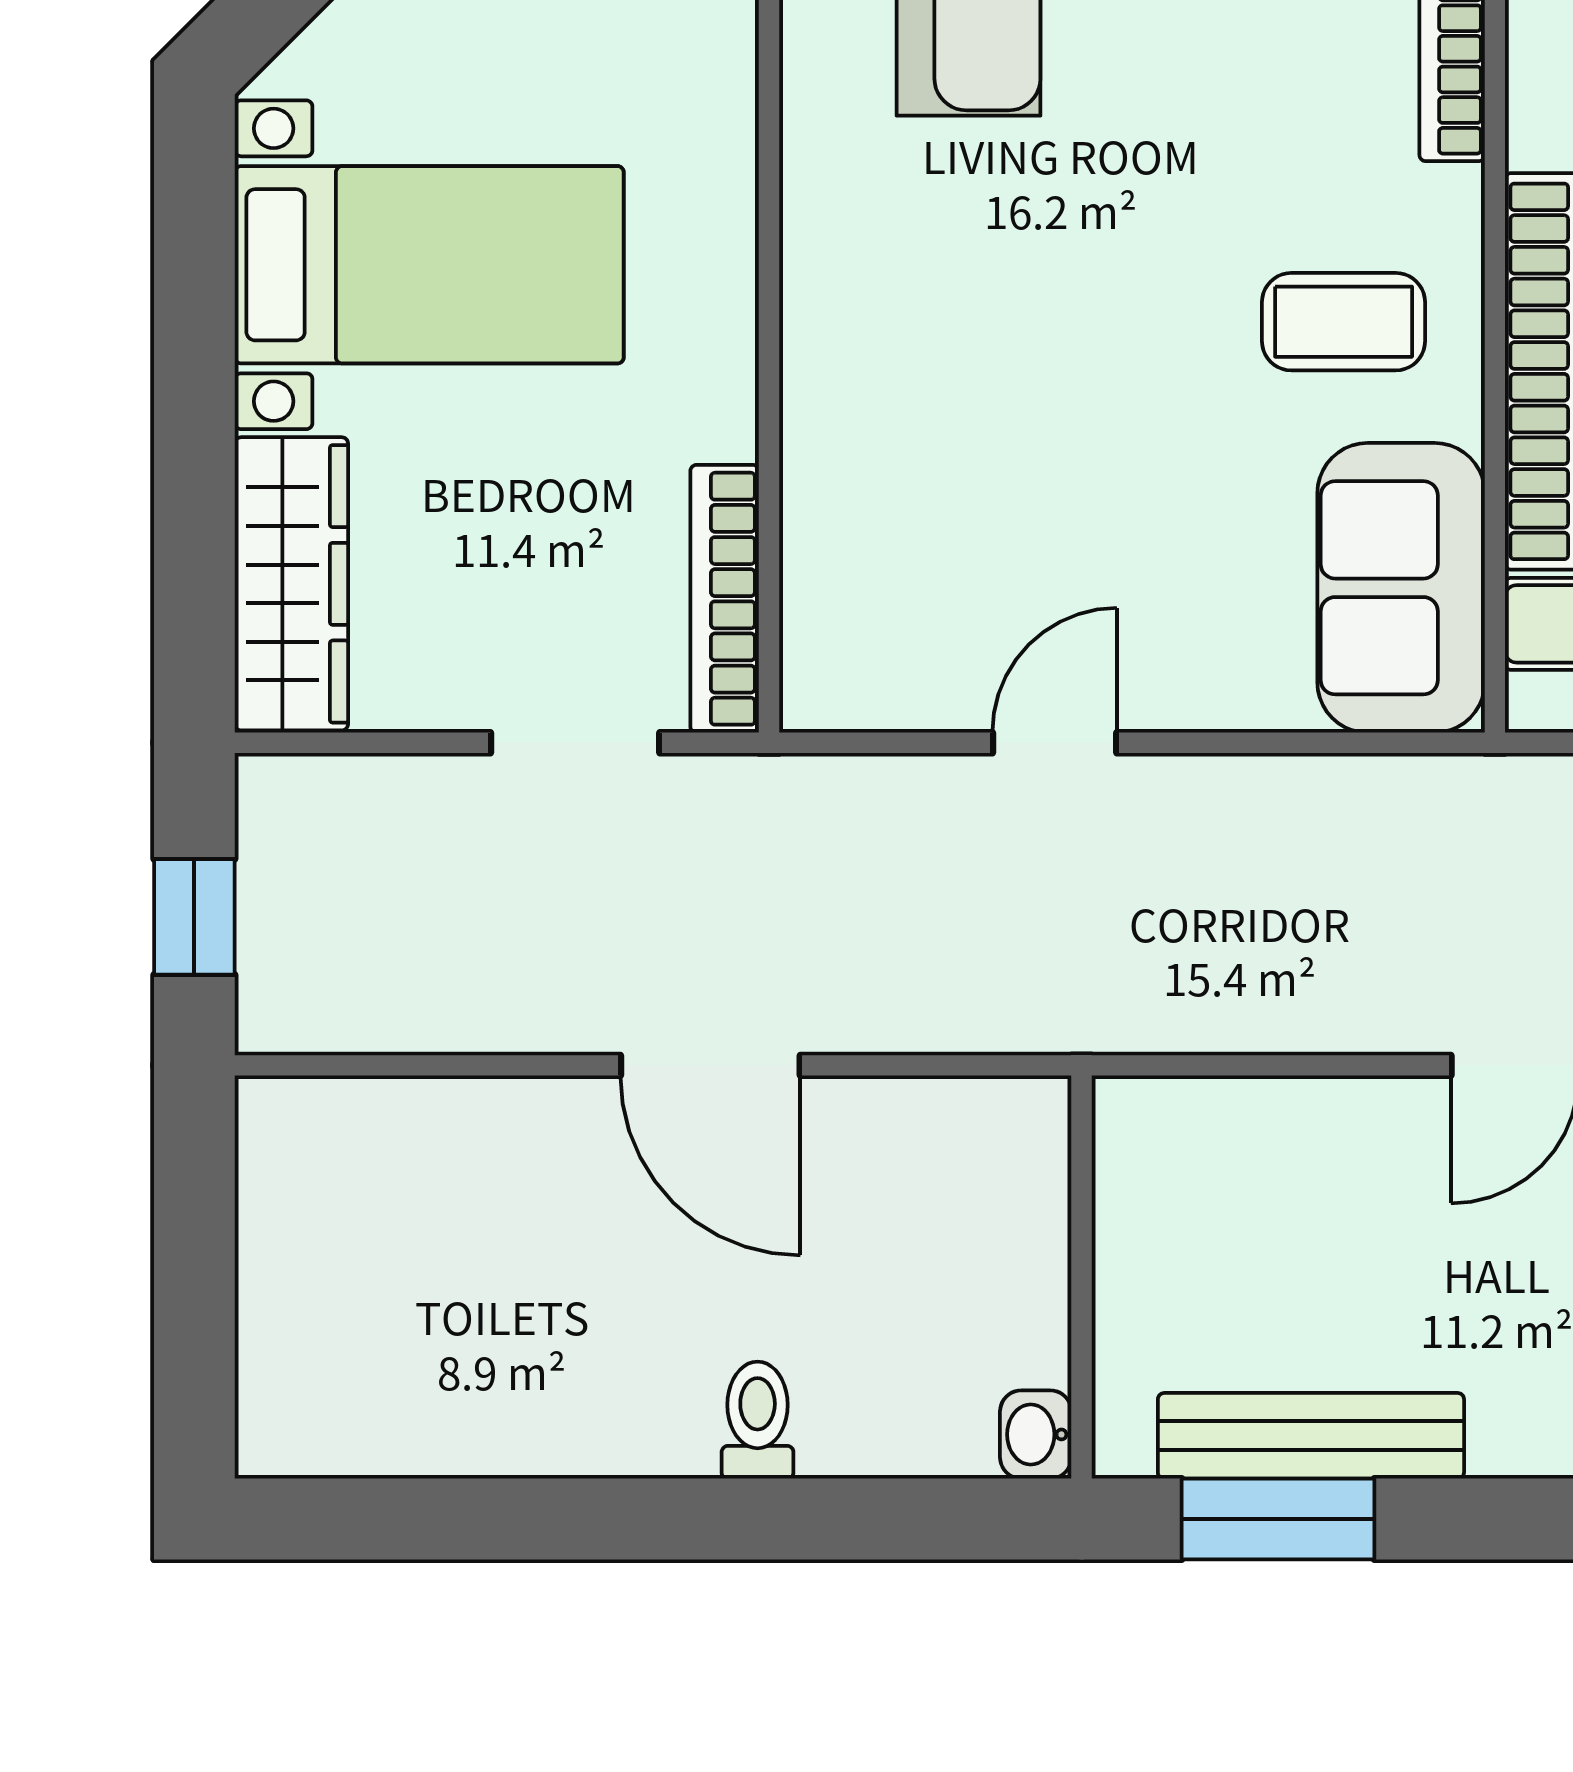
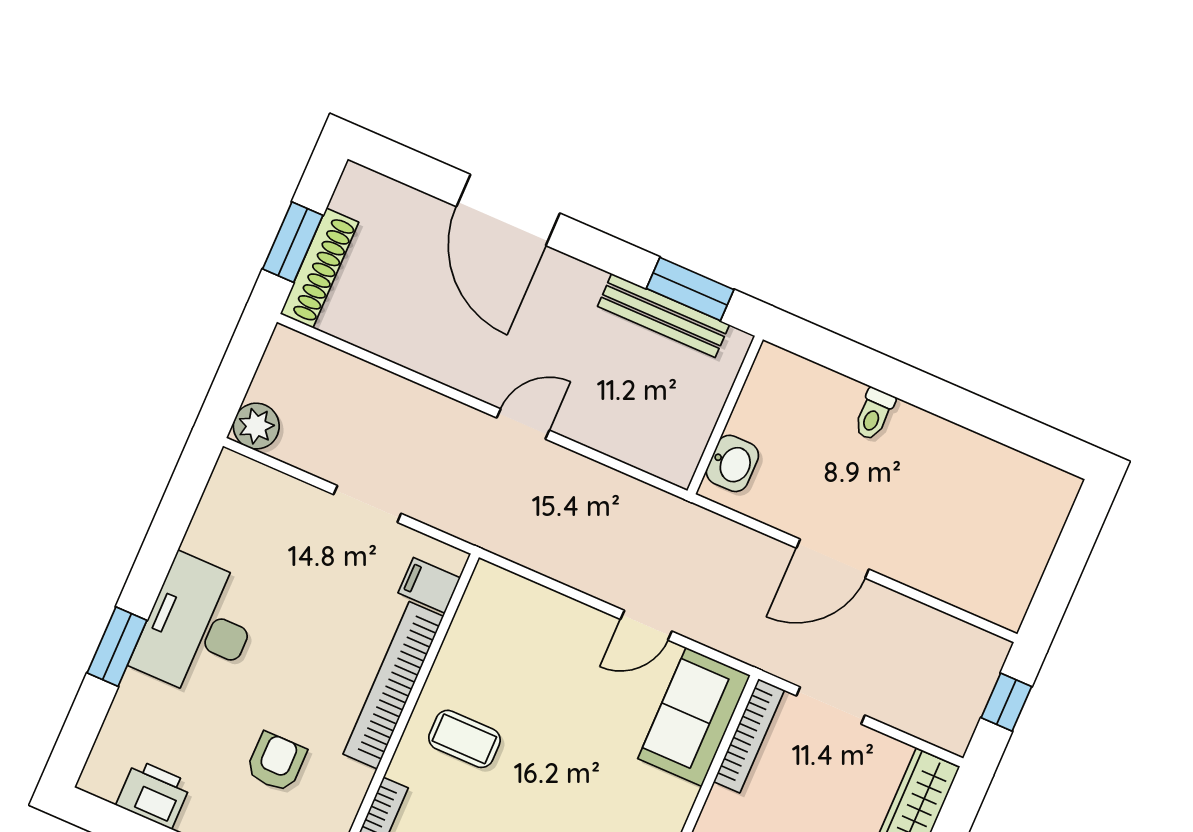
sofa: (1401, 588) -> (694, 717), moved, turned 180
door: (710, 1065) -> (833, 559), swing flipped
washbasin: (1036, 1434) -> (732, 463), moved, width x1.38, depth x1.45

